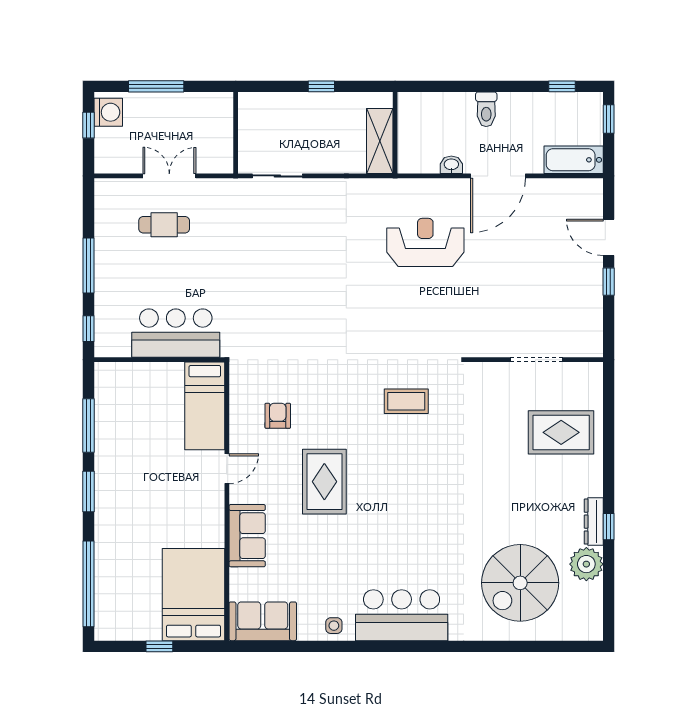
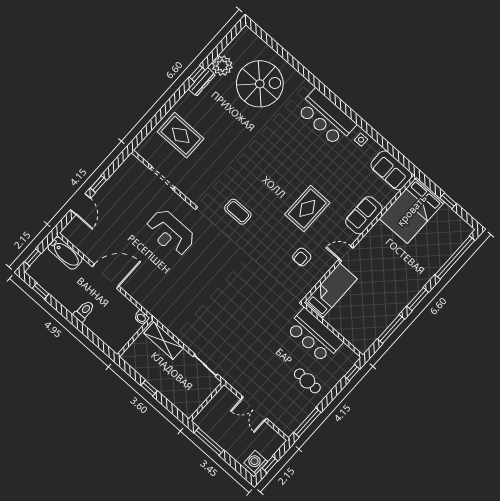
window: (156, 86) -> (209, 442), moved
shelving: (380, 141) -> (164, 341), moved, turned 90
washbasin: (451, 165) -> (142, 318), moved
cafe table: (164, 225) -> (307, 381), moved
reception desk: (425, 242) -> (170, 233), moved
window: (89, 266) -> (307, 422), moved

